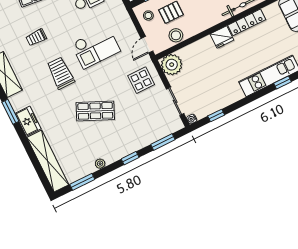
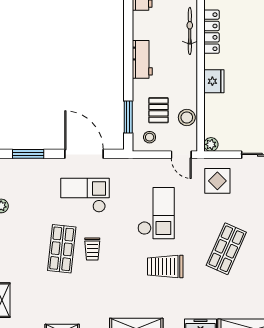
trolley: (36, 37) -> (92, 249), moved
fridge: (222, 37) -> (214, 81), moved
plant: (172, 65) -> (211, 144), width x0.53, depth x0.53

